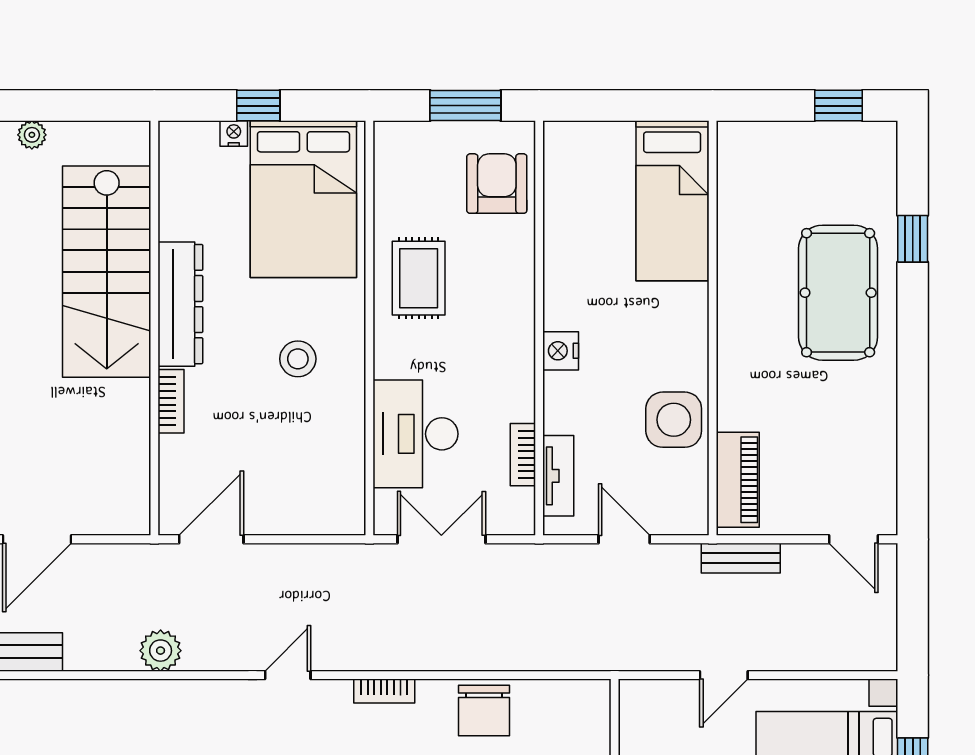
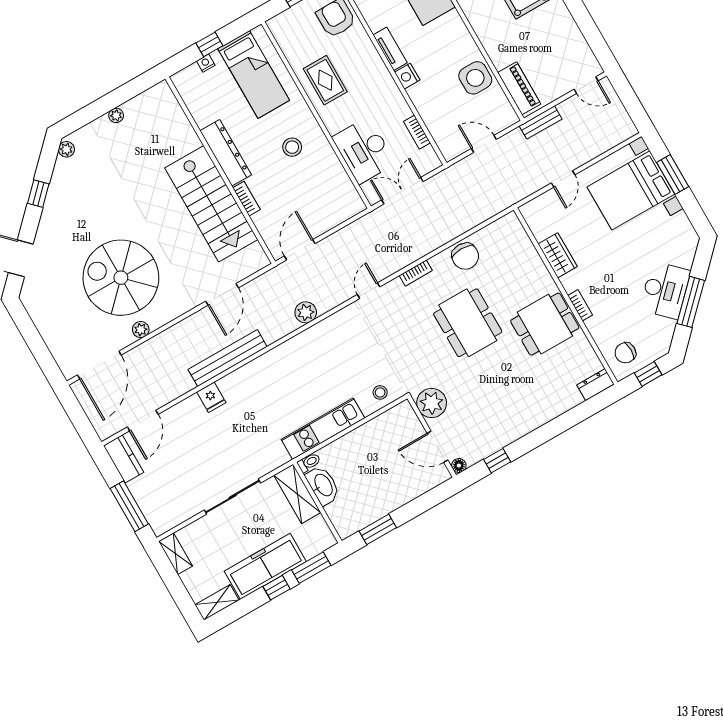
bed: (303, 199) -> (254, 74), width x0.67
stairs: (107, 272) -> (211, 204), moved
tv unit: (558, 476) -> (390, 49), moved

